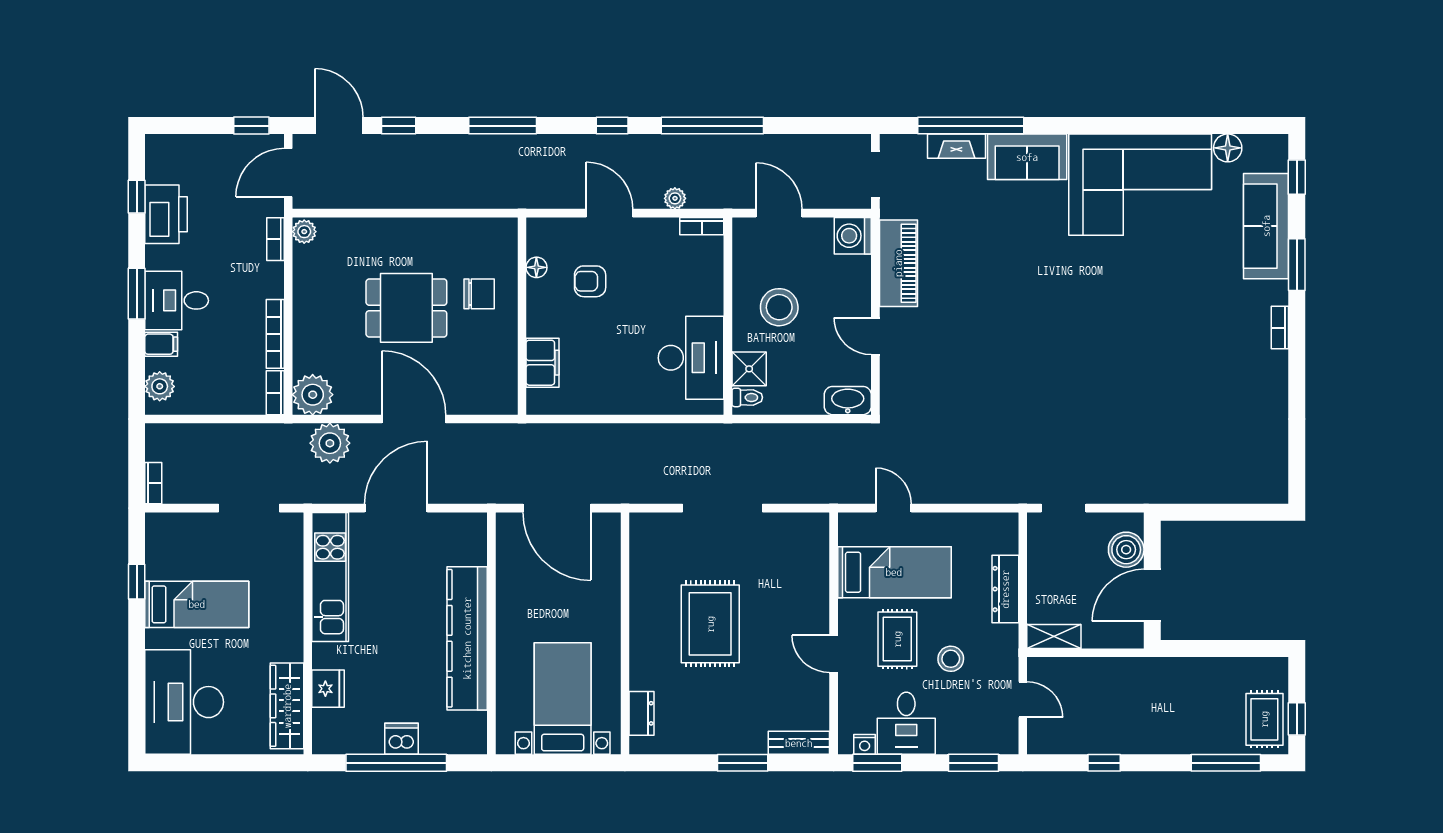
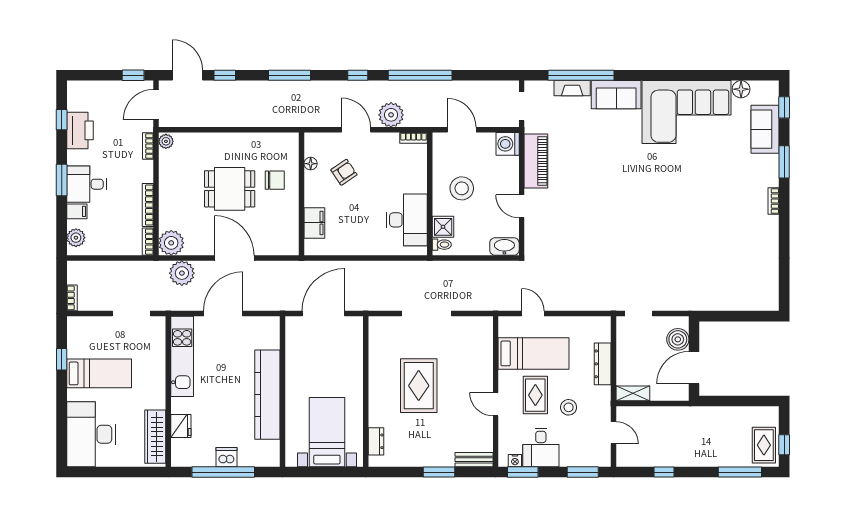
plant: (675, 198) -> (391, 115), width x1.88, depth x1.88
sofa: (1266, 226) -> (765, 129), width x0.73
armchair: (590, 281) -> (344, 172), turned 146
door: (557, 508) -> (323, 313), swing flipped

